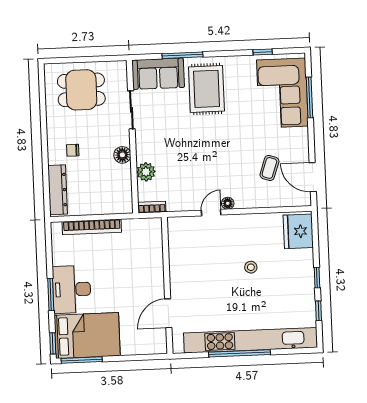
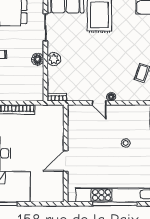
plant: (146, 172) -> (54, 59), moved
door: (211, 213) -> (99, 103), swing flipped
door: (168, 313) -> (66, 161), moved

